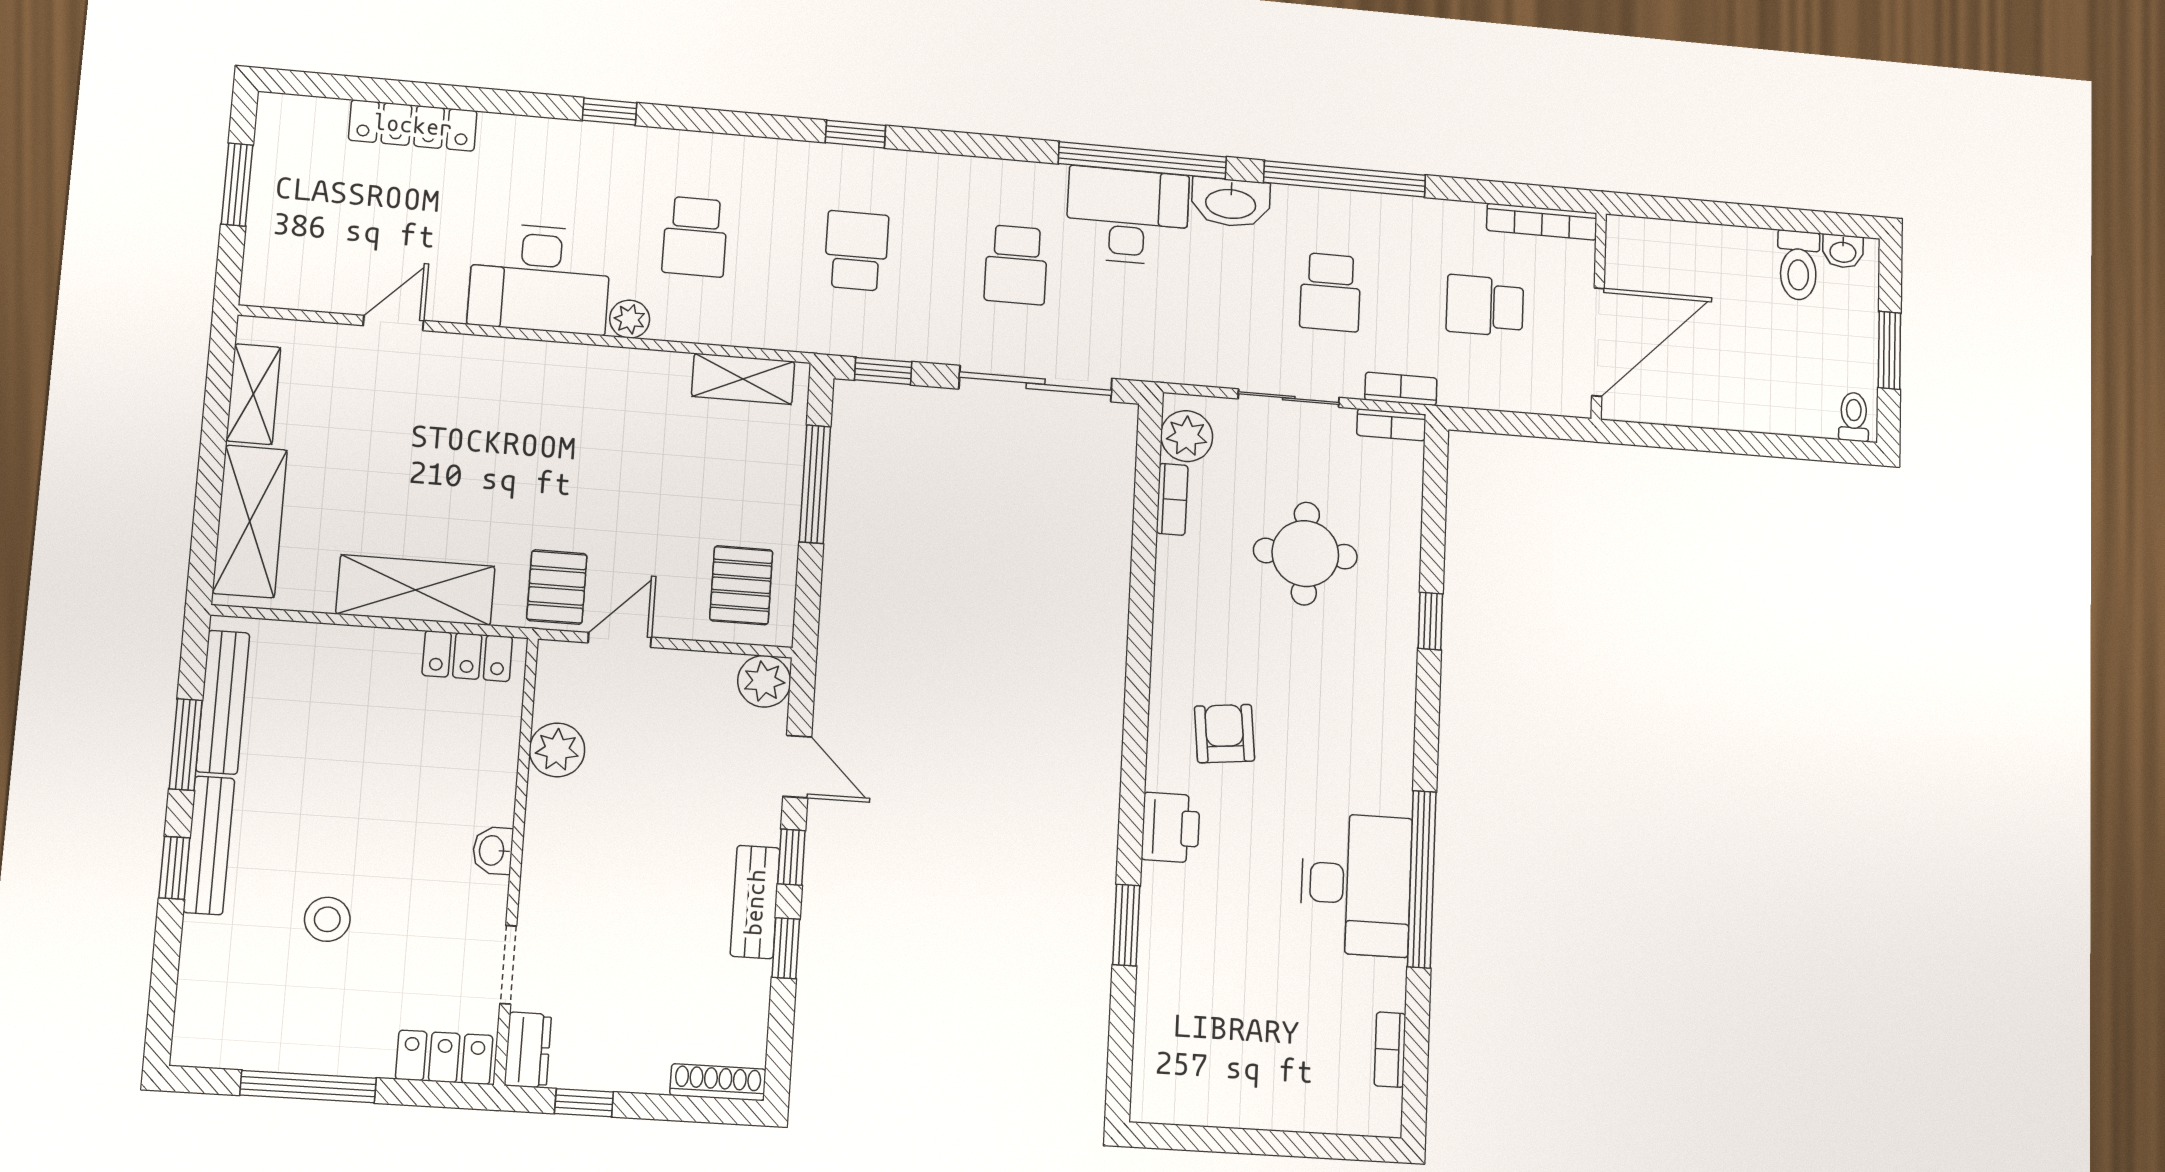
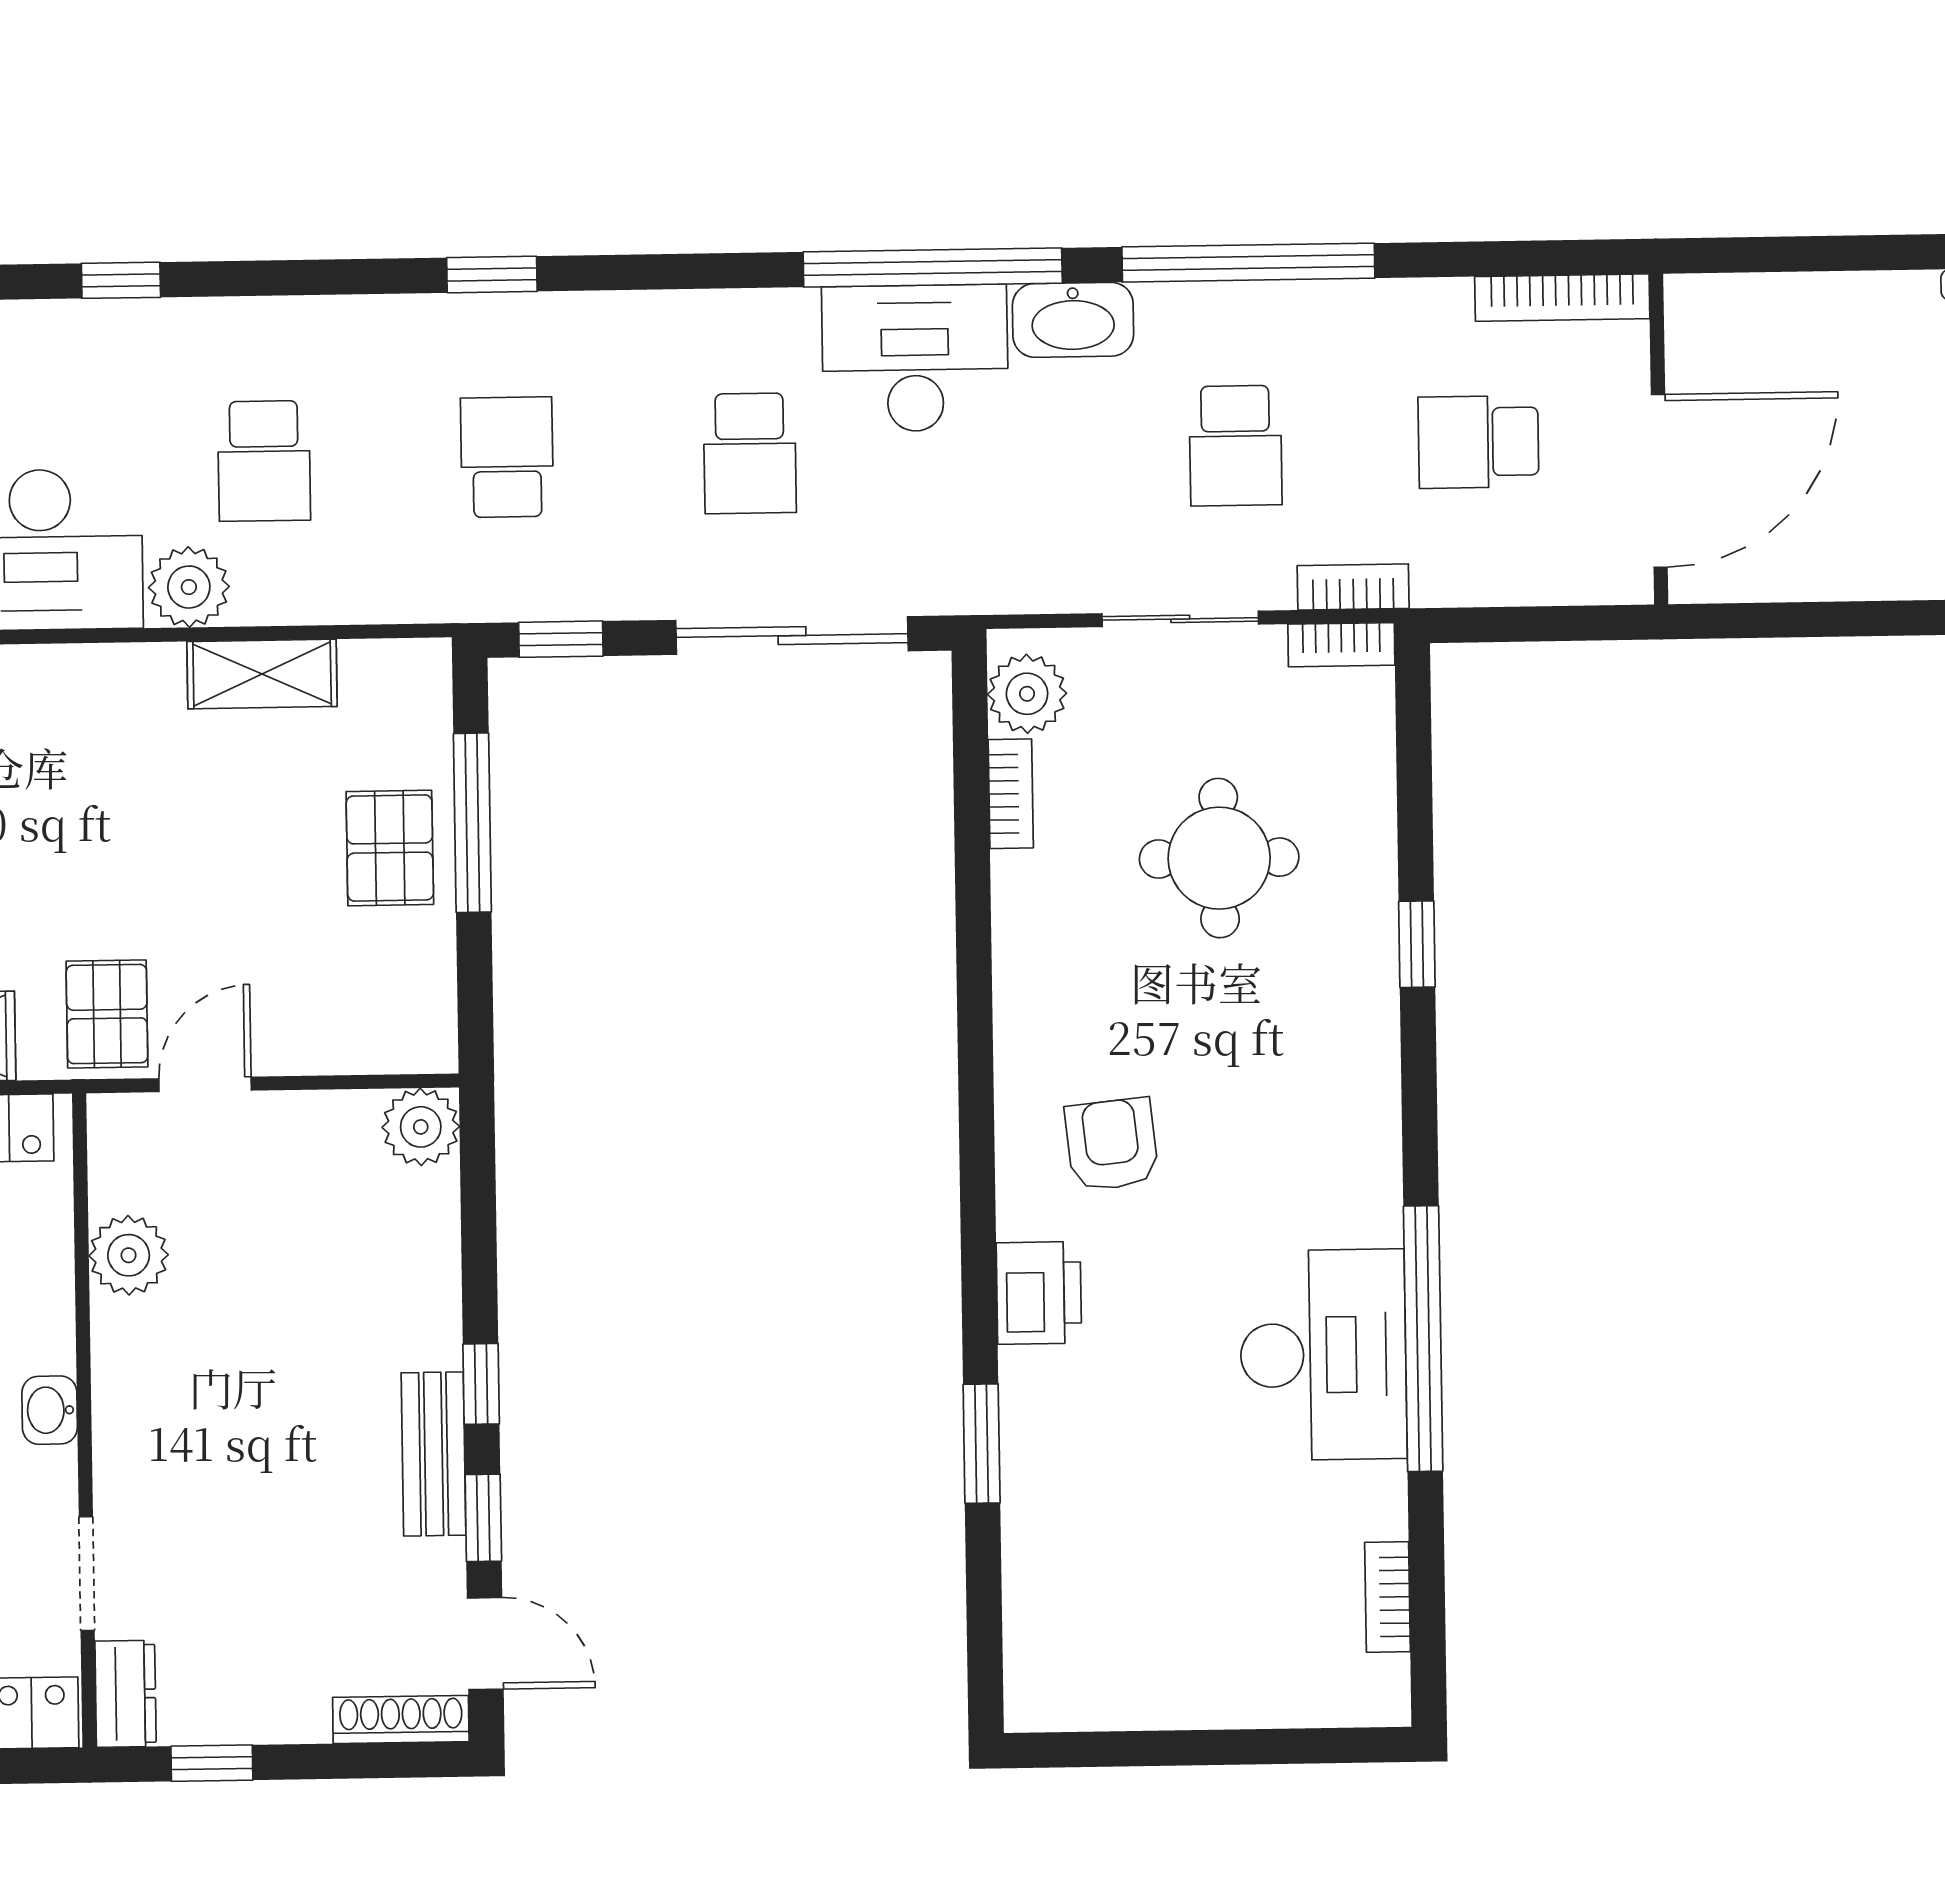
plant: (630, 319) -> (189, 587), width x1.38, depth x1.38
shelving: (743, 379) -> (262, 674), moved
pallet: (741, 585) -> (390, 848), moved
door: (797, 767) -> (485, 1644), moved

